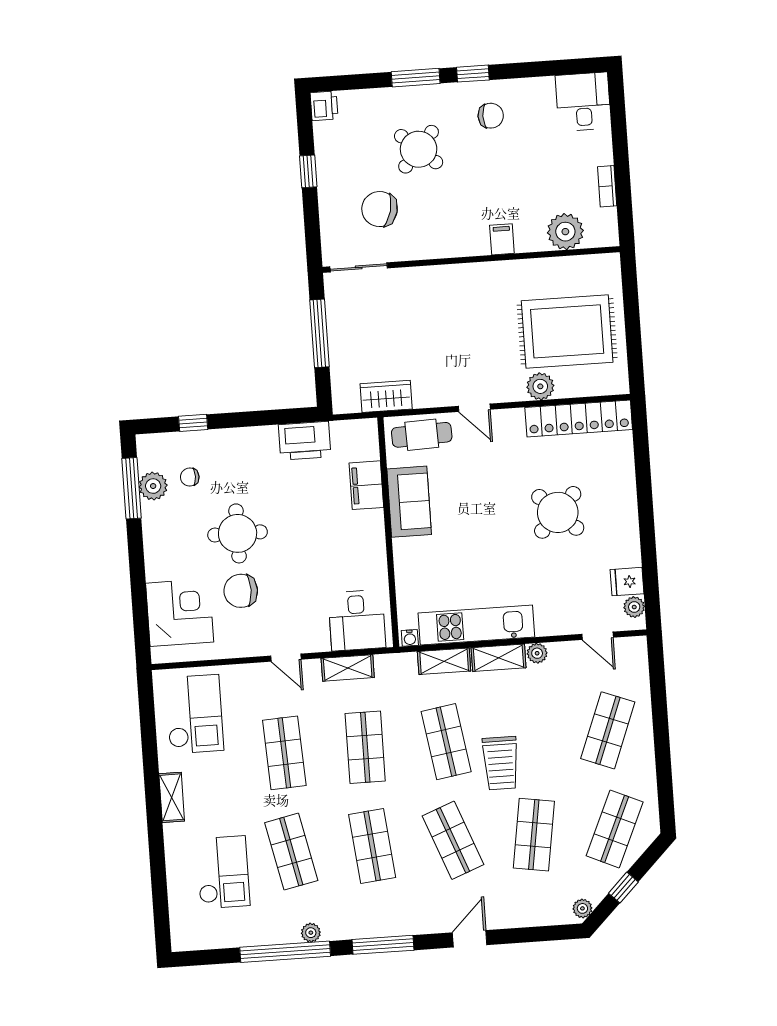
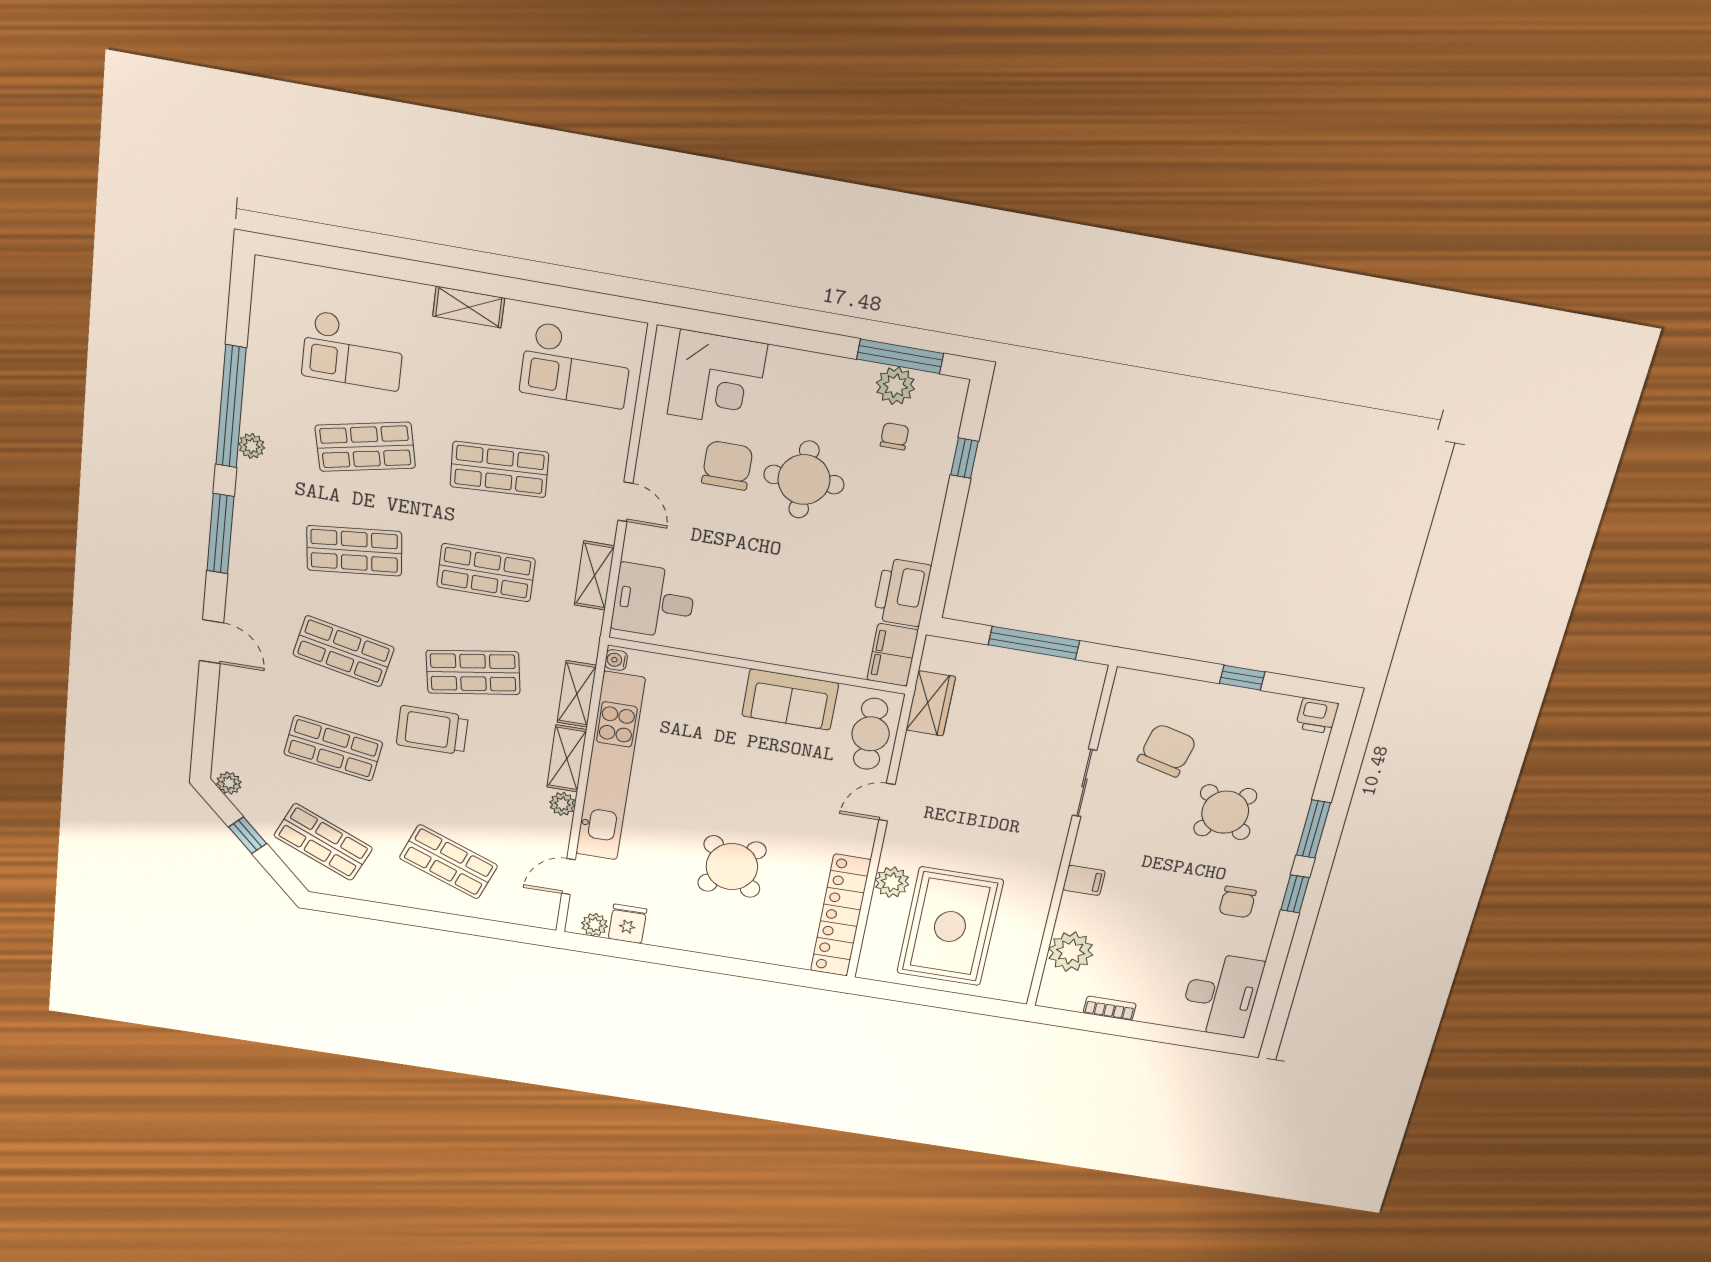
desk: (583, 102) -> (1221, 995), width x1.37
sliding door: (359, 267) -> (1085, 783), moved
filing cabinet: (366, 485) -> (893, 655), moved, turned -90
kitchen unit: (476, 625) -> (610, 767), width x1.36
door: (286, 658) -> (625, 502), swing flipped
shop shelf: (453, 840) -> (344, 651), turned 33

